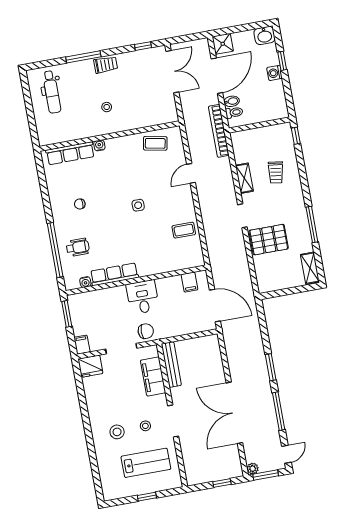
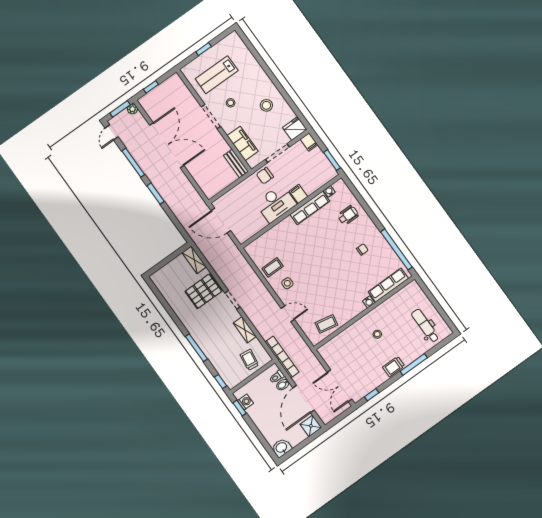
window: (282, 61) -> (240, 408), moved
washing machine: (275, 73) -> (245, 402), moved
trolley: (276, 172) -> (249, 360), moved
door: (191, 173) -> (288, 314), hinge flipped
side table: (138, 205) -> (287, 283), moved
window: (312, 224) -> (196, 348), moved
wheelchair: (78, 247) -> (348, 215), turned 180
window: (55, 250) -> (396, 249), moved
shelving: (310, 268) -> (194, 260), moved
filing cabinet: (189, 282) -> (298, 194), moved
desk: (143, 297) -> (276, 203), width x1.37
bench: (171, 364) -> (236, 164), width x0.73
stool: (117, 432) -> (266, 105), moved

